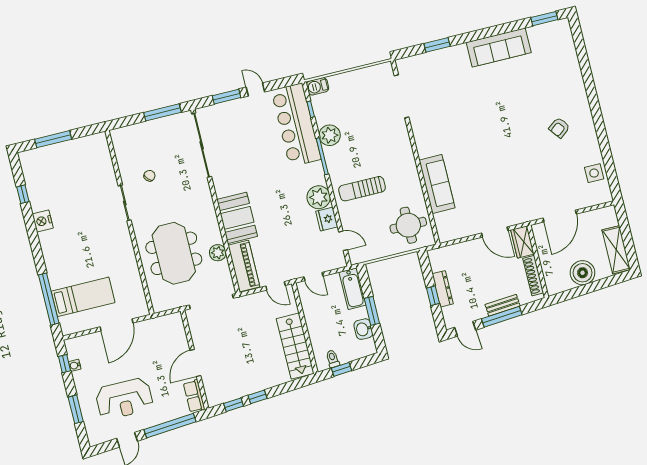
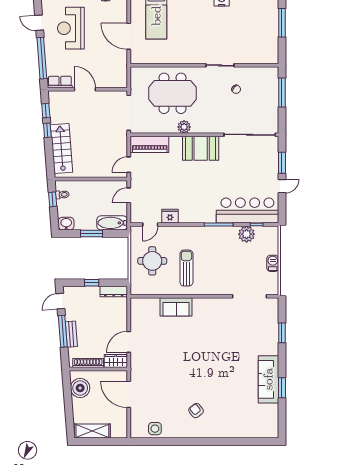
window: (544, 19) -> (282, 388), moved
barbecue: (318, 86) -> (273, 263), moved
window: (162, 112) -> (282, 92), moved
plant: (330, 135) -> (247, 234), moved
sofa: (437, 184) -> (176, 307), width x0.73
sun lounger: (362, 189) -> (186, 268), moved
plant: (319, 197) -> (188, 214), removed
booth: (237, 218) -> (201, 148), moved
round table: (408, 225) -> (152, 261), moved
plant: (218, 253) -> (184, 127), moved
boiler: (583, 273) -> (80, 388), moved
dresser: (443, 289) -> (114, 292), moved
washbasin: (363, 329) -> (66, 224), moved
stairs: (295, 346) -> (61, 149), moved, turned 86

